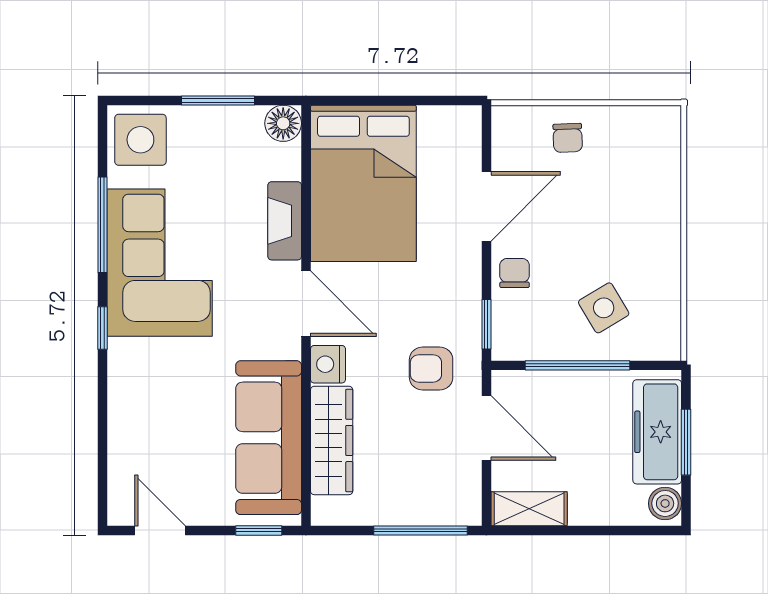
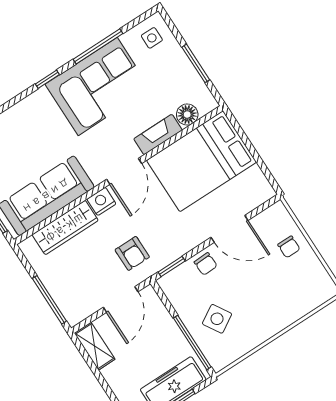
floor lamp: (283, 123) -> (187, 115), moved
chair: (568, 138) -> (289, 247), turned -88
side table: (140, 140) -> (152, 38), width x0.54, depth x0.54
chair: (515, 273) -> (206, 264), turned 88
window: (577, 365) -> (192, 342), moved
armchair: (431, 368) -> (132, 253), turned 180

